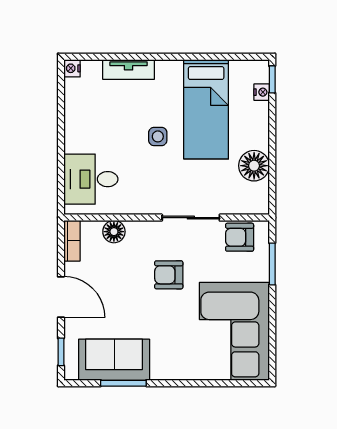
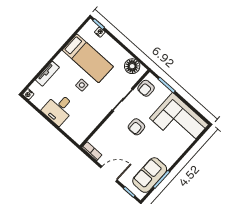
floor lamp: (254, 166) -> (132, 66), moved
desk: (91, 179) -> (59, 109), moved
floor lamp: (114, 232) -> (102, 133), removed

